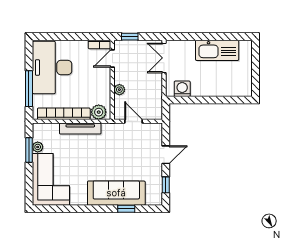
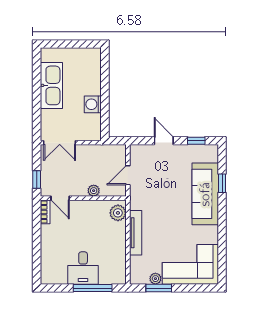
desk: (52, 67) -> (83, 268), width x0.53, depth x0.77
washing machine: (182, 89) -> (93, 104), moved
bookcase: (64, 114) -> (120, 250), removed

